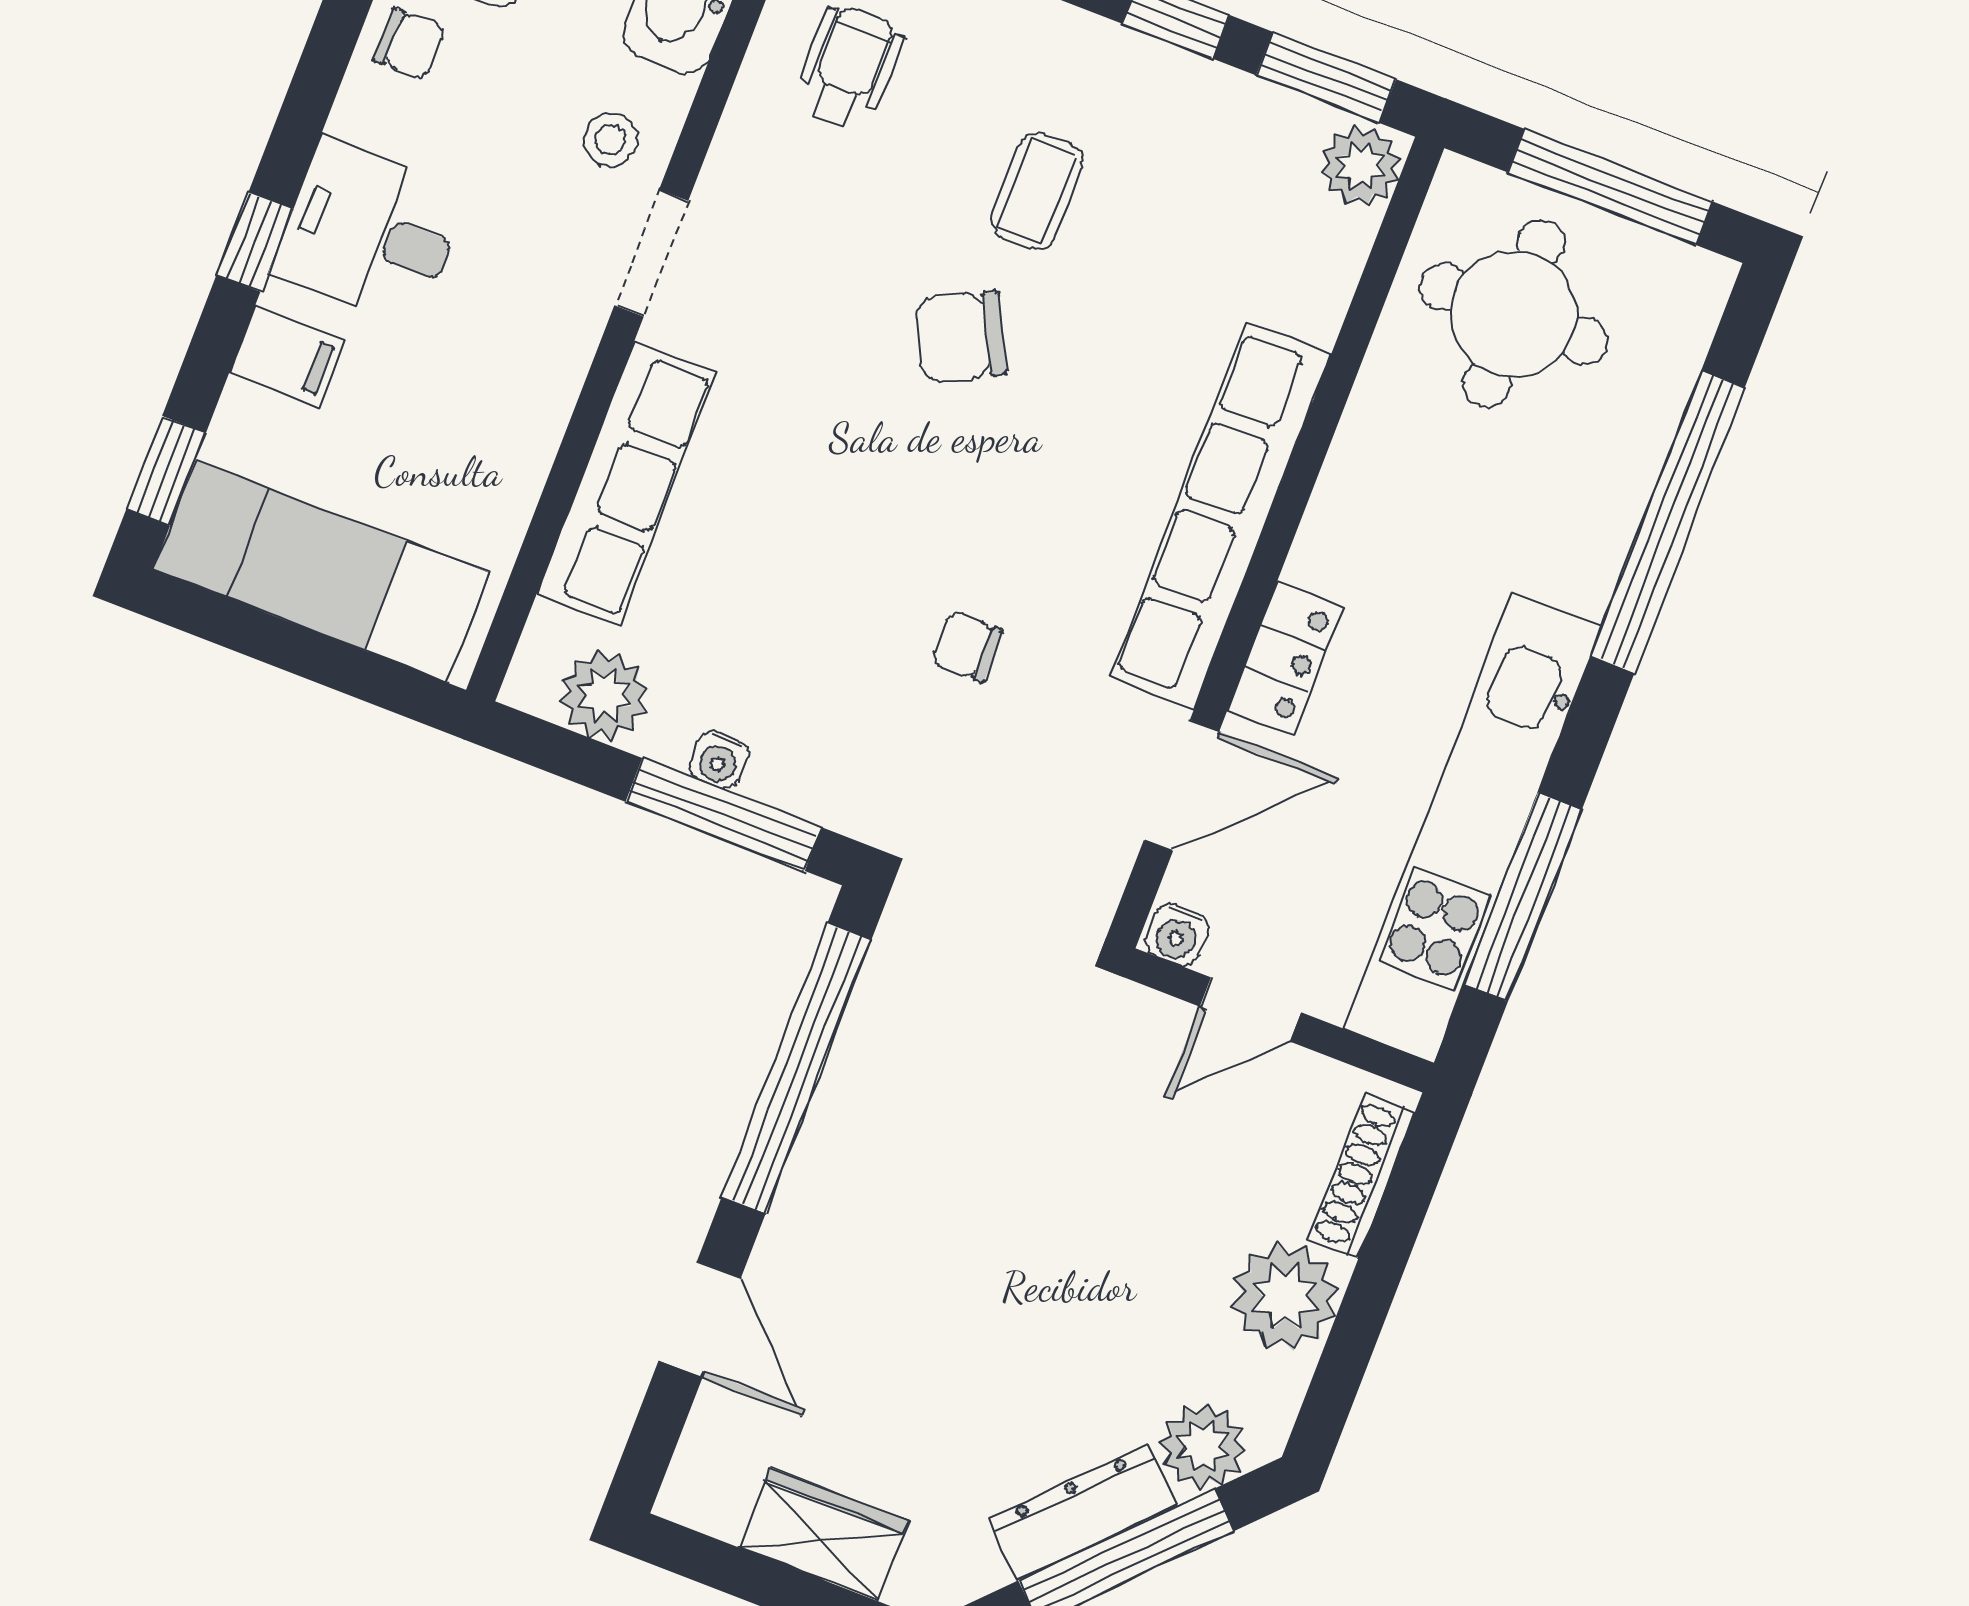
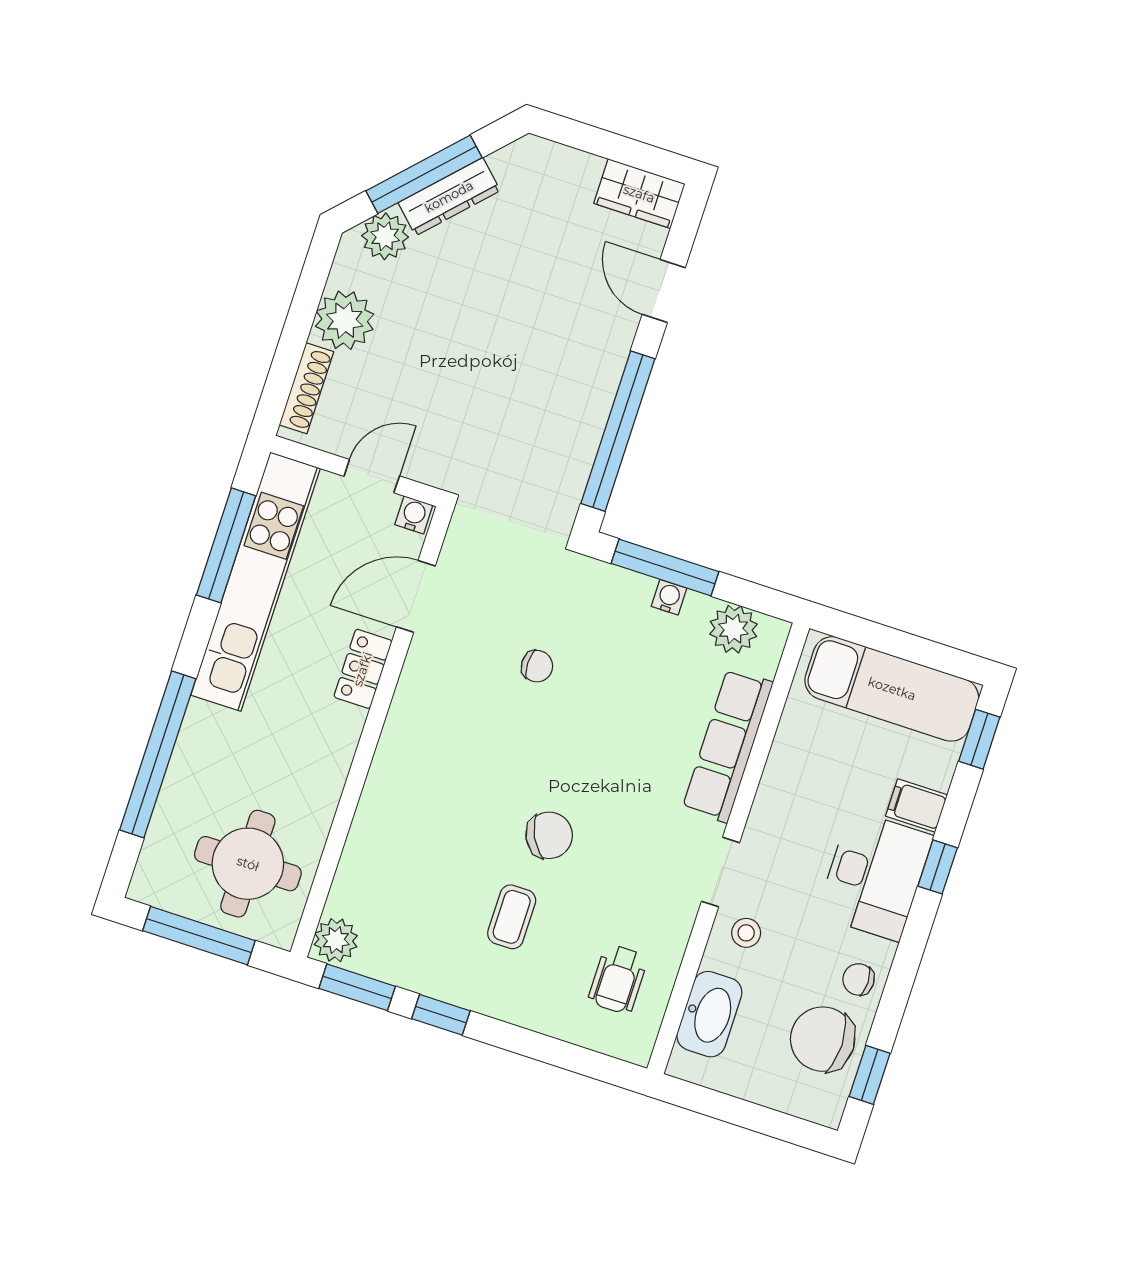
desk: (370, 232) -> (875, 875), width x1.37
row of seats: (1220, 516) -> (402, 745), removed
wardrobe: (824, 1534) -> (639, 194), moved

